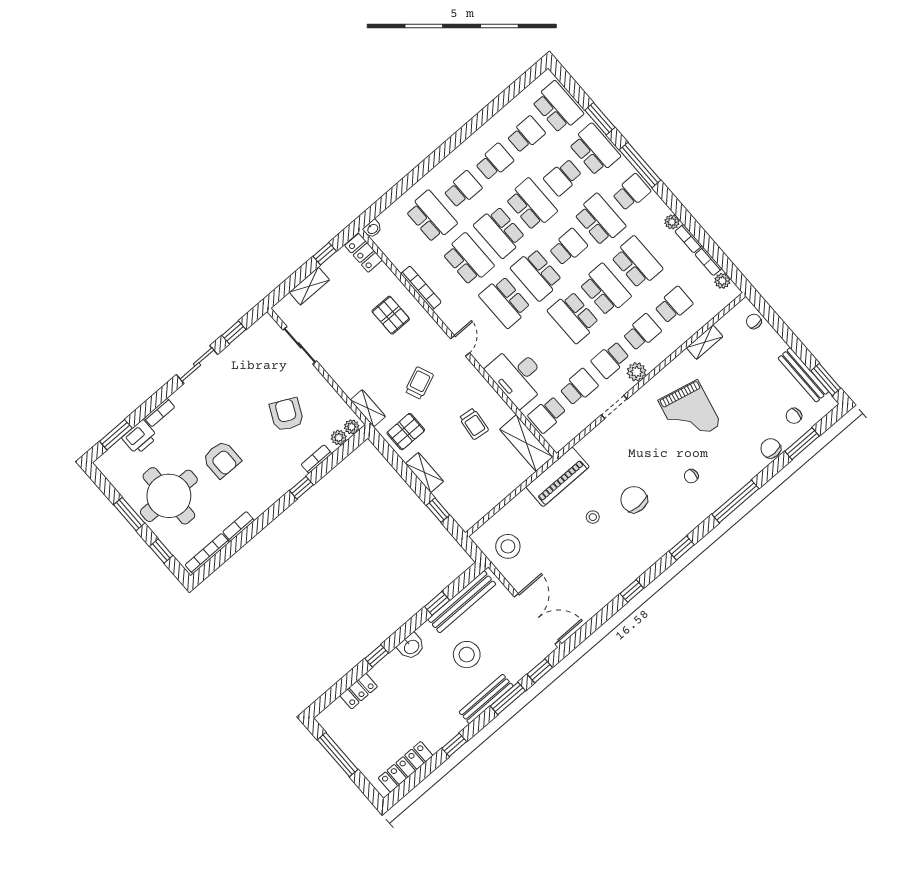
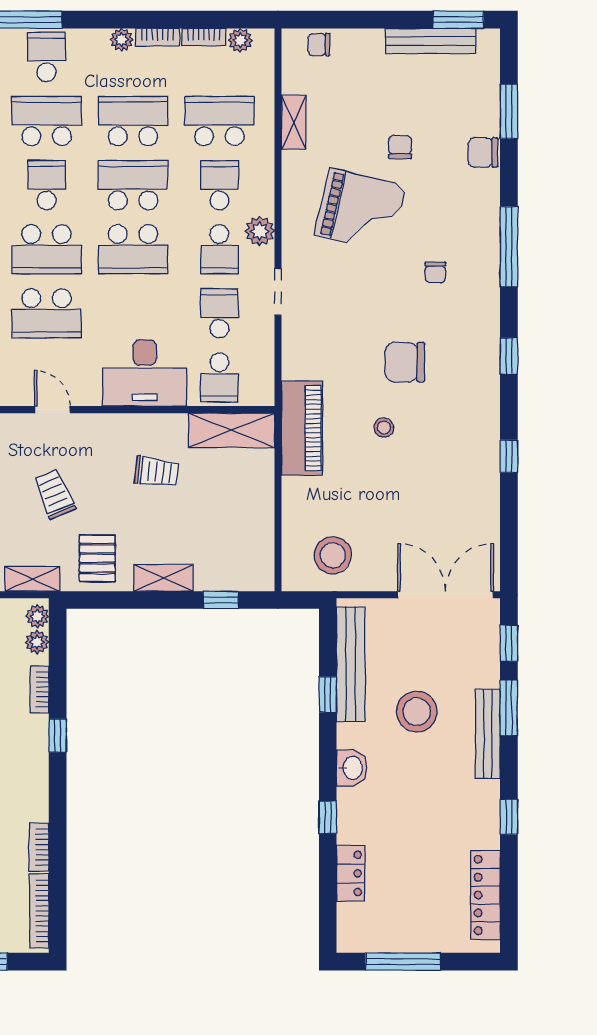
school desk: (674, 305) -> (219, 121), width x1.85
chair: (794, 416) -> (400, 147), moved, turned 180

